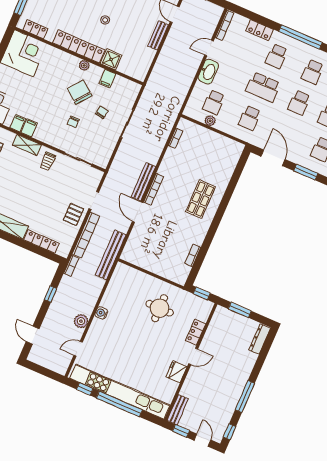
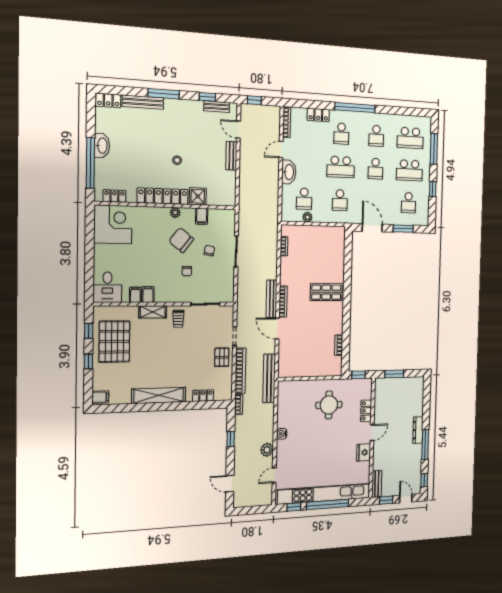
shop shelf: (201, 199) -> (326, 292), turned 90
locker: (41, 241) -> (203, 396), width x0.66
dresser: (260, 339) -> (418, 430), moved

